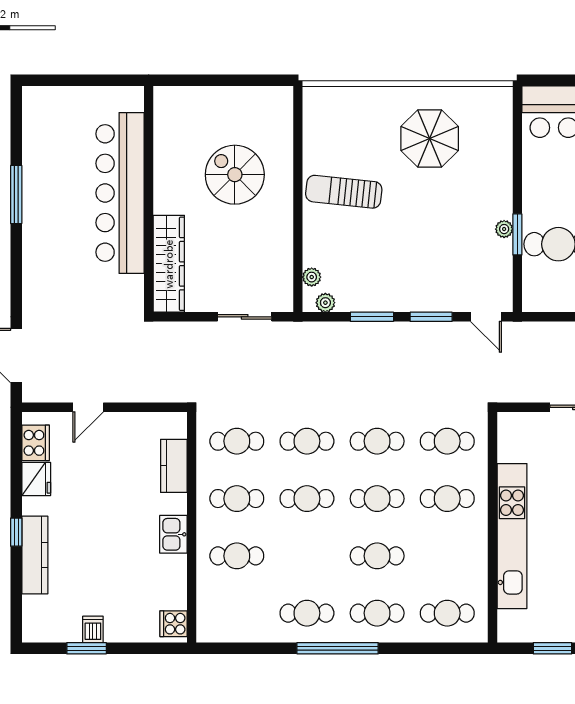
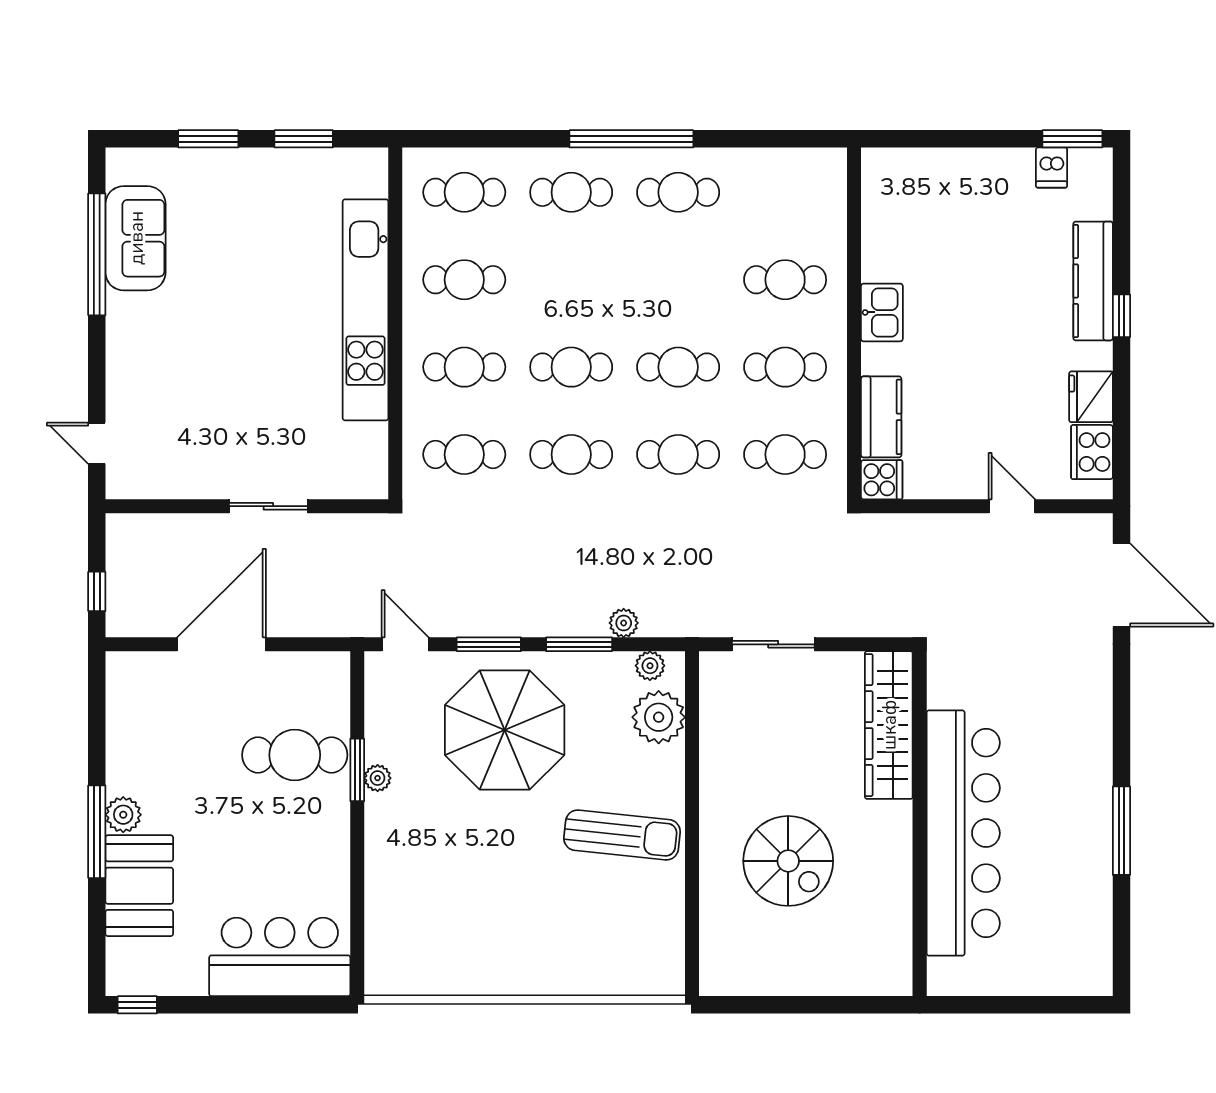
parasol: (430, 139) -> (505, 730), moved, width x1.36, depth x1.36
plant: (312, 277) -> (659, 717), width x1.87, depth x1.87
plant: (343, 331) -> (624, 623), added
door: (88, 407) -> (1012, 506), hinge flipped
cafe table: (377, 556) -> (464, 280), moved
cooker: (173, 624) -> (882, 480), moved
dishwasher: (93, 629) -> (1052, 168), moved
window: (87, 648) -> (1072, 139), moved

